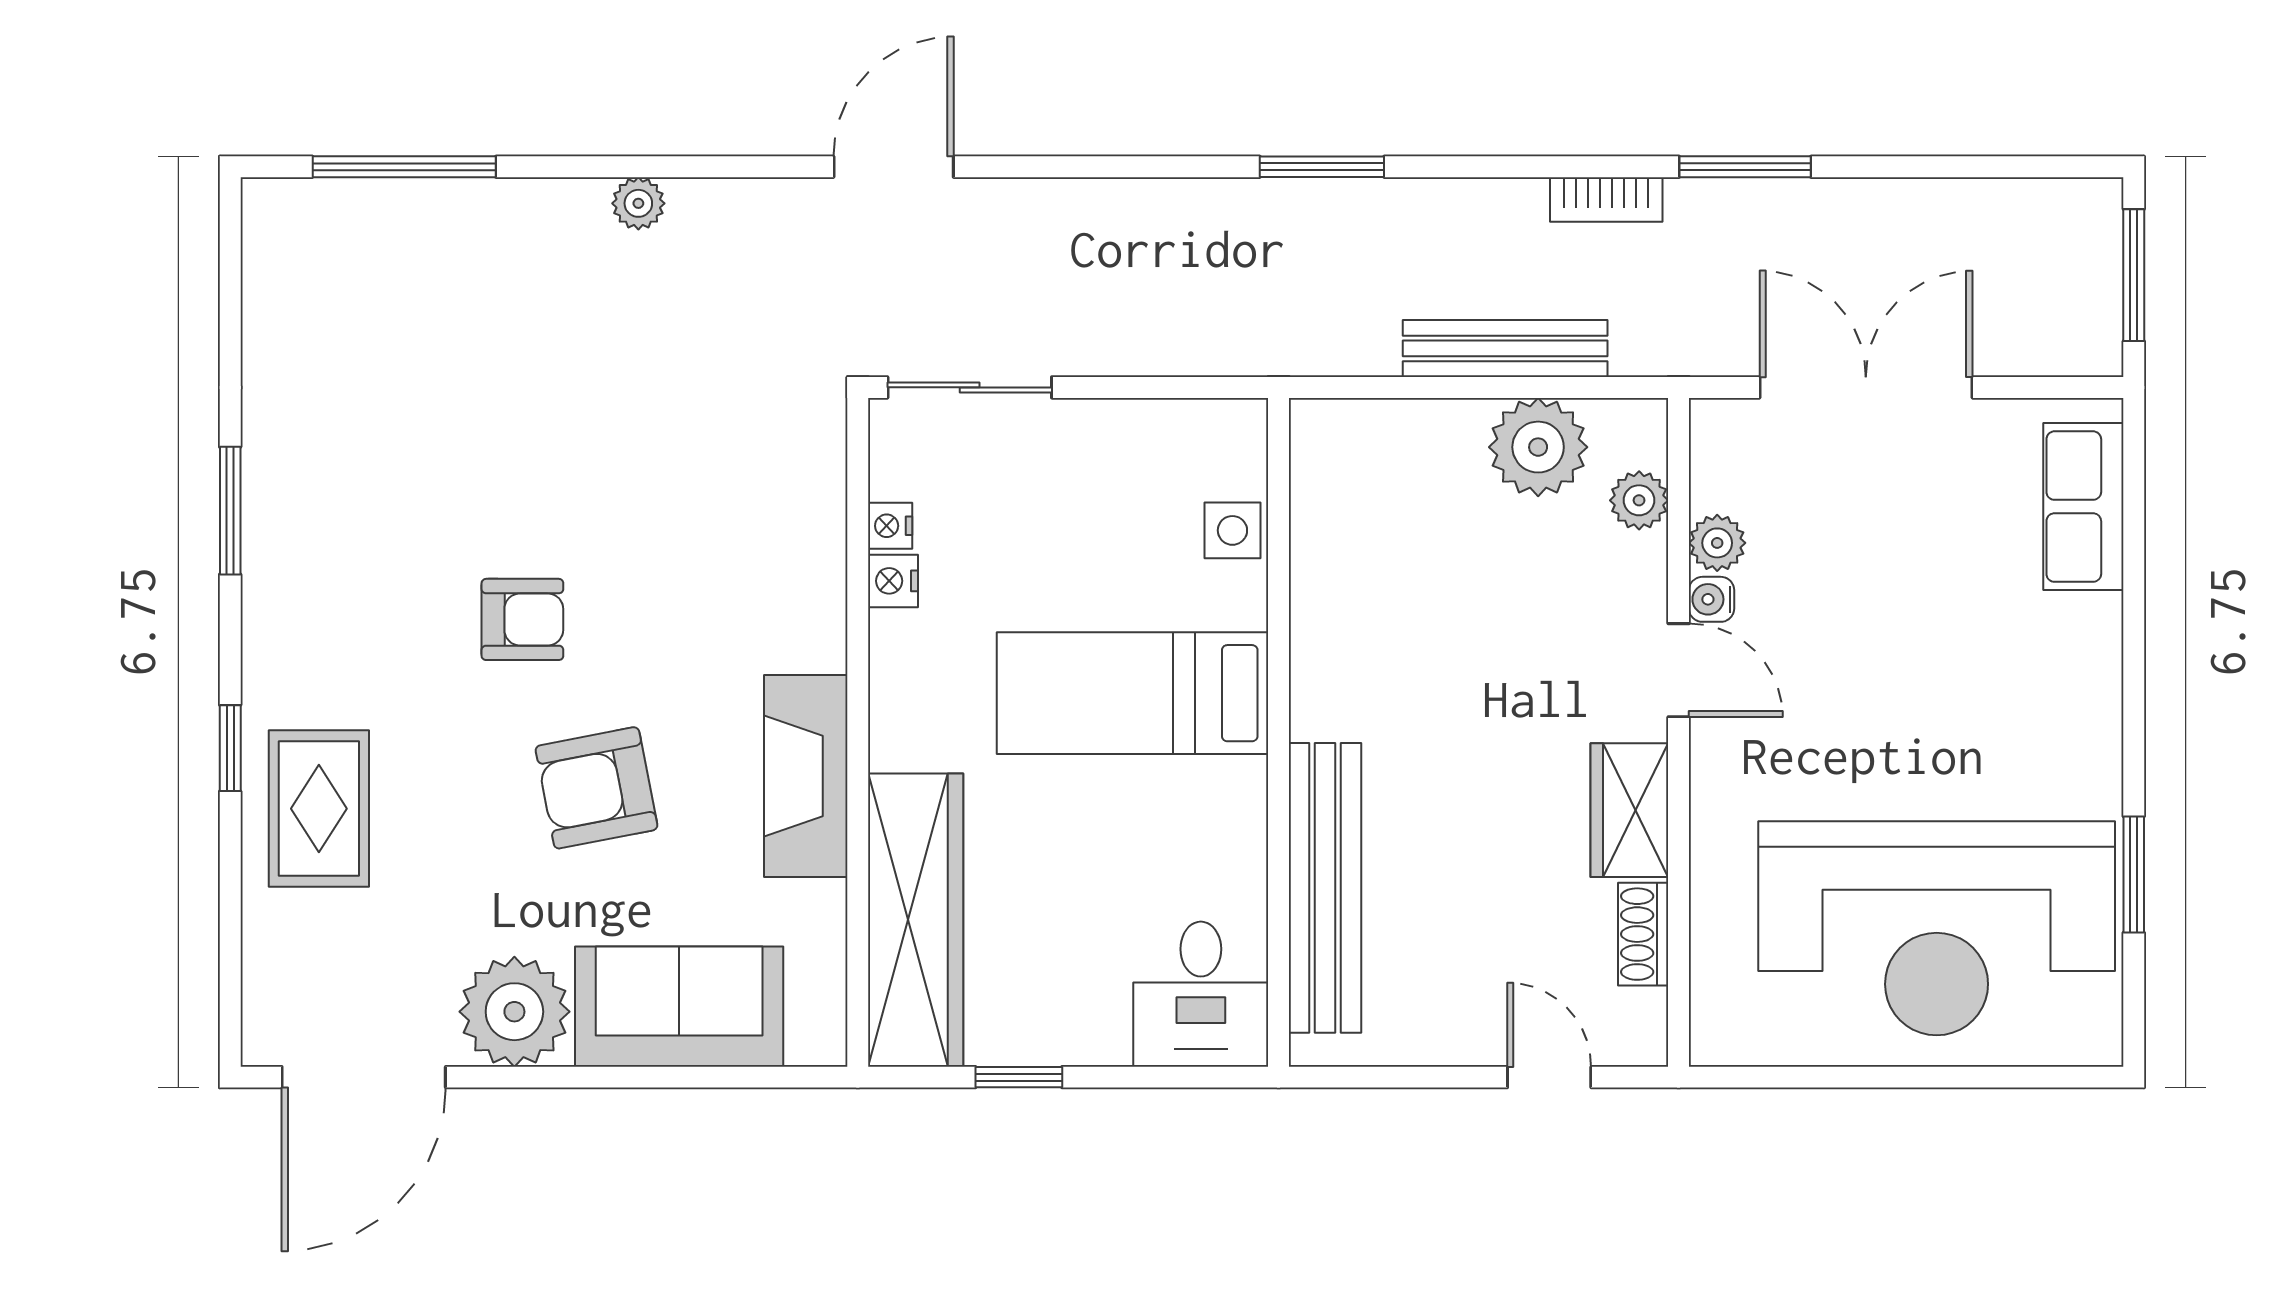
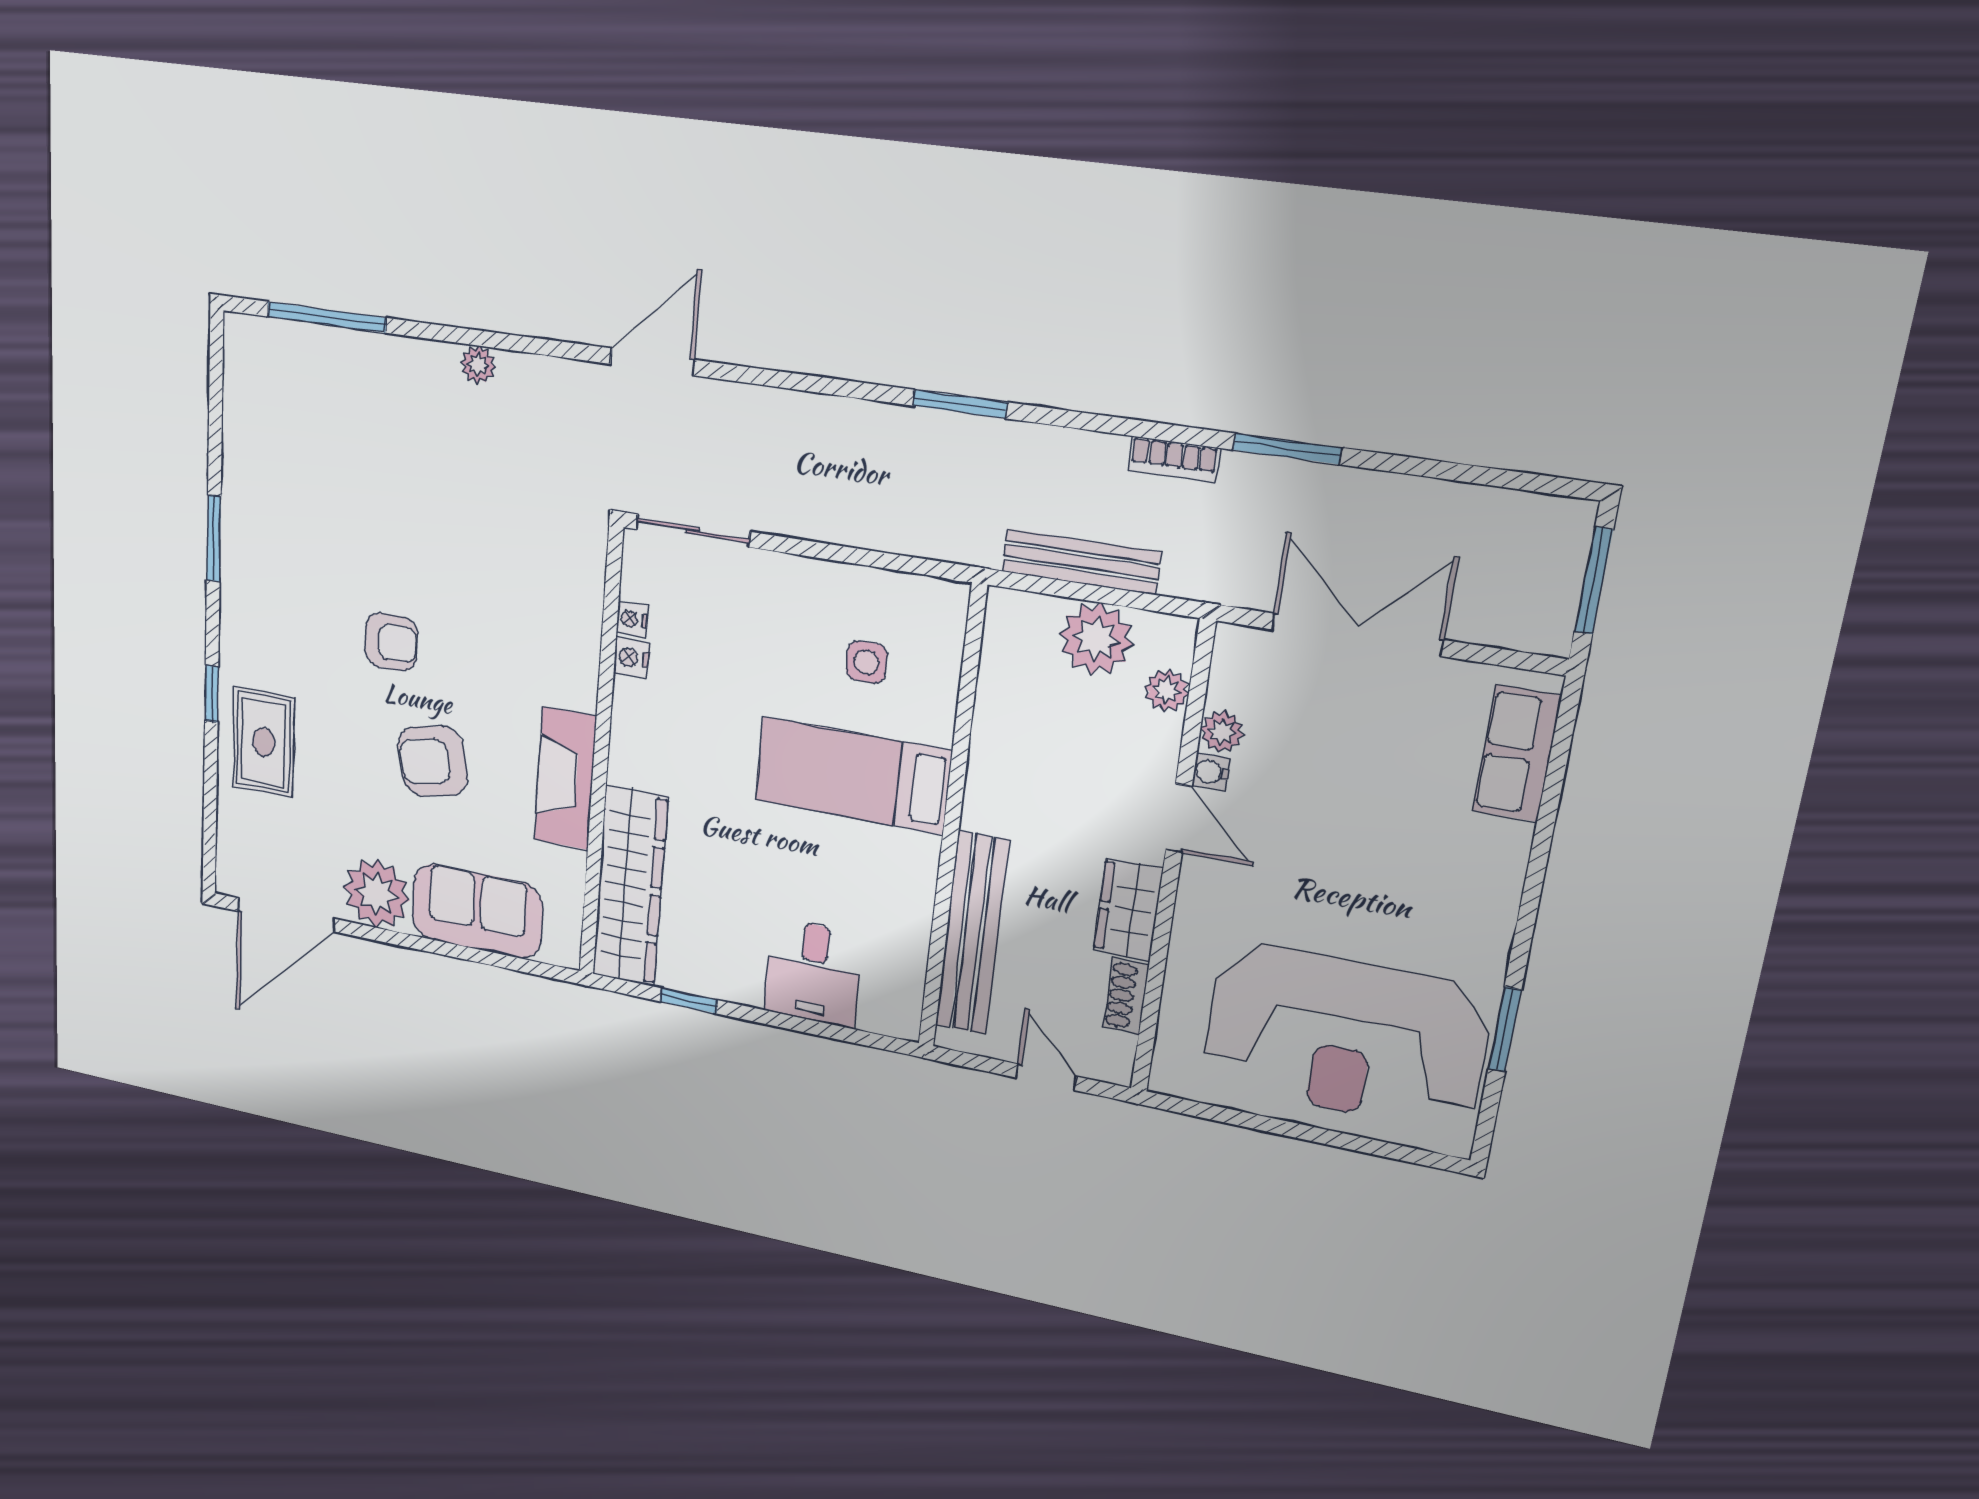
bed: (1132, 693) -> (853, 775), moved
wall: (1279, 732) -> (952, 821), moved
bench: (1325, 888) -> (972, 933), moved

